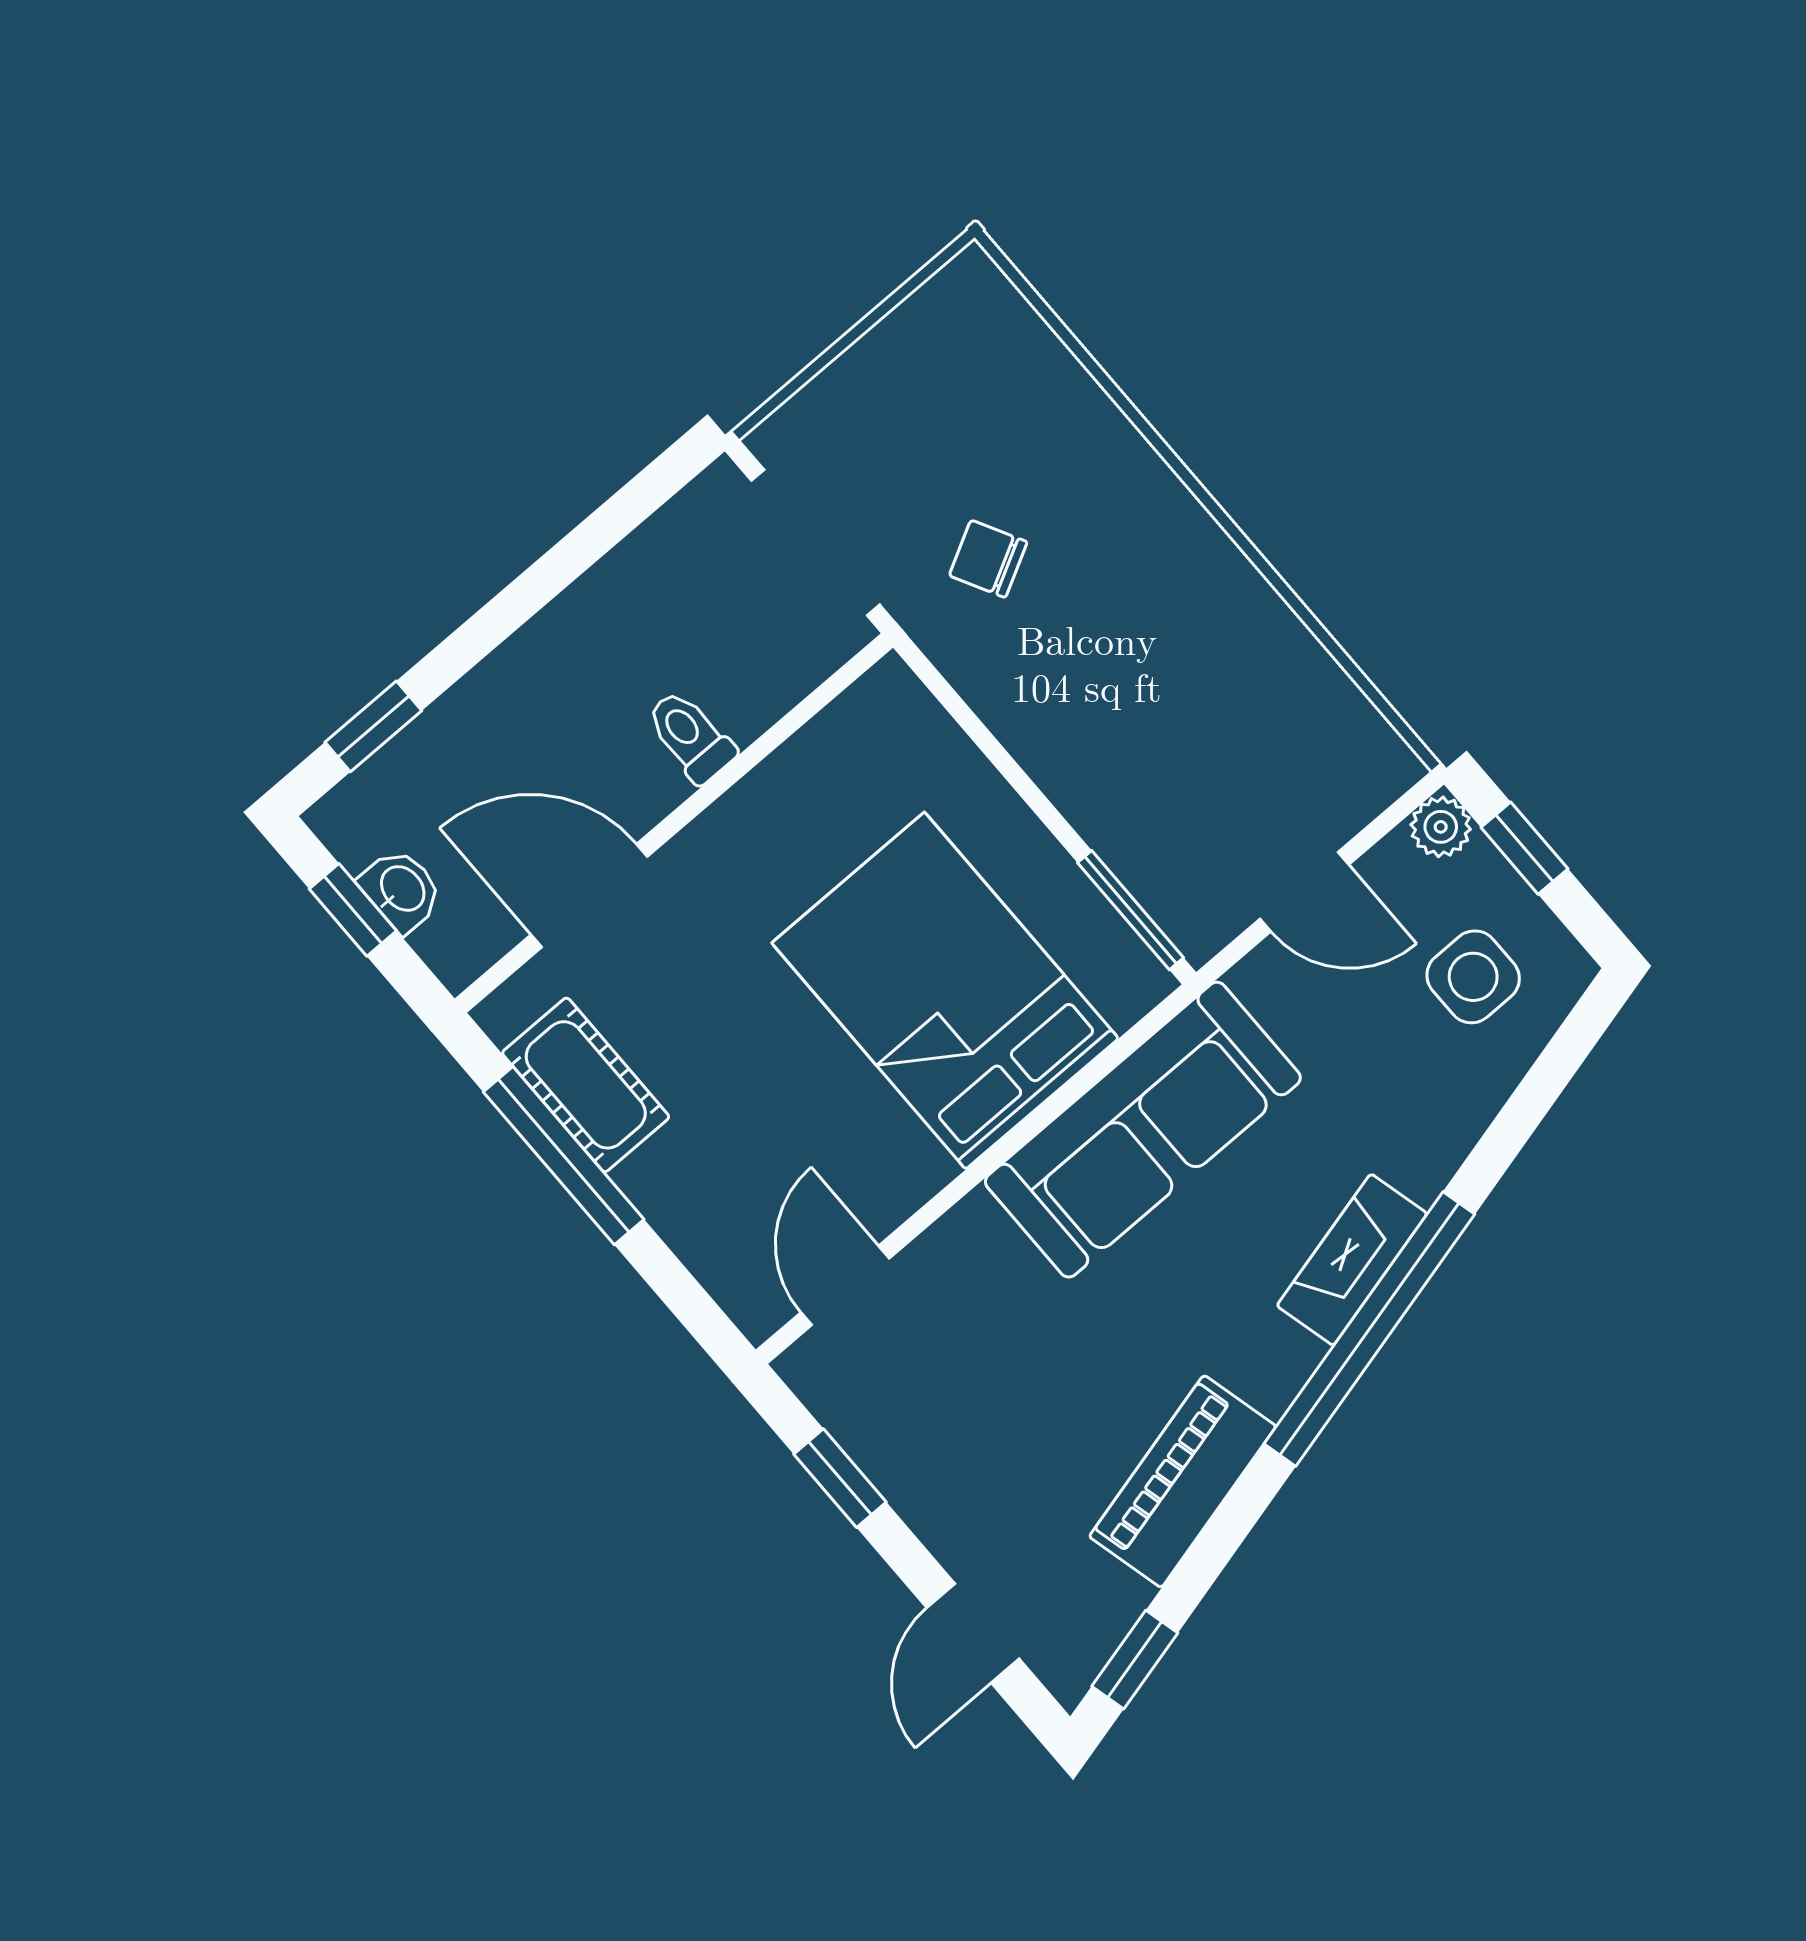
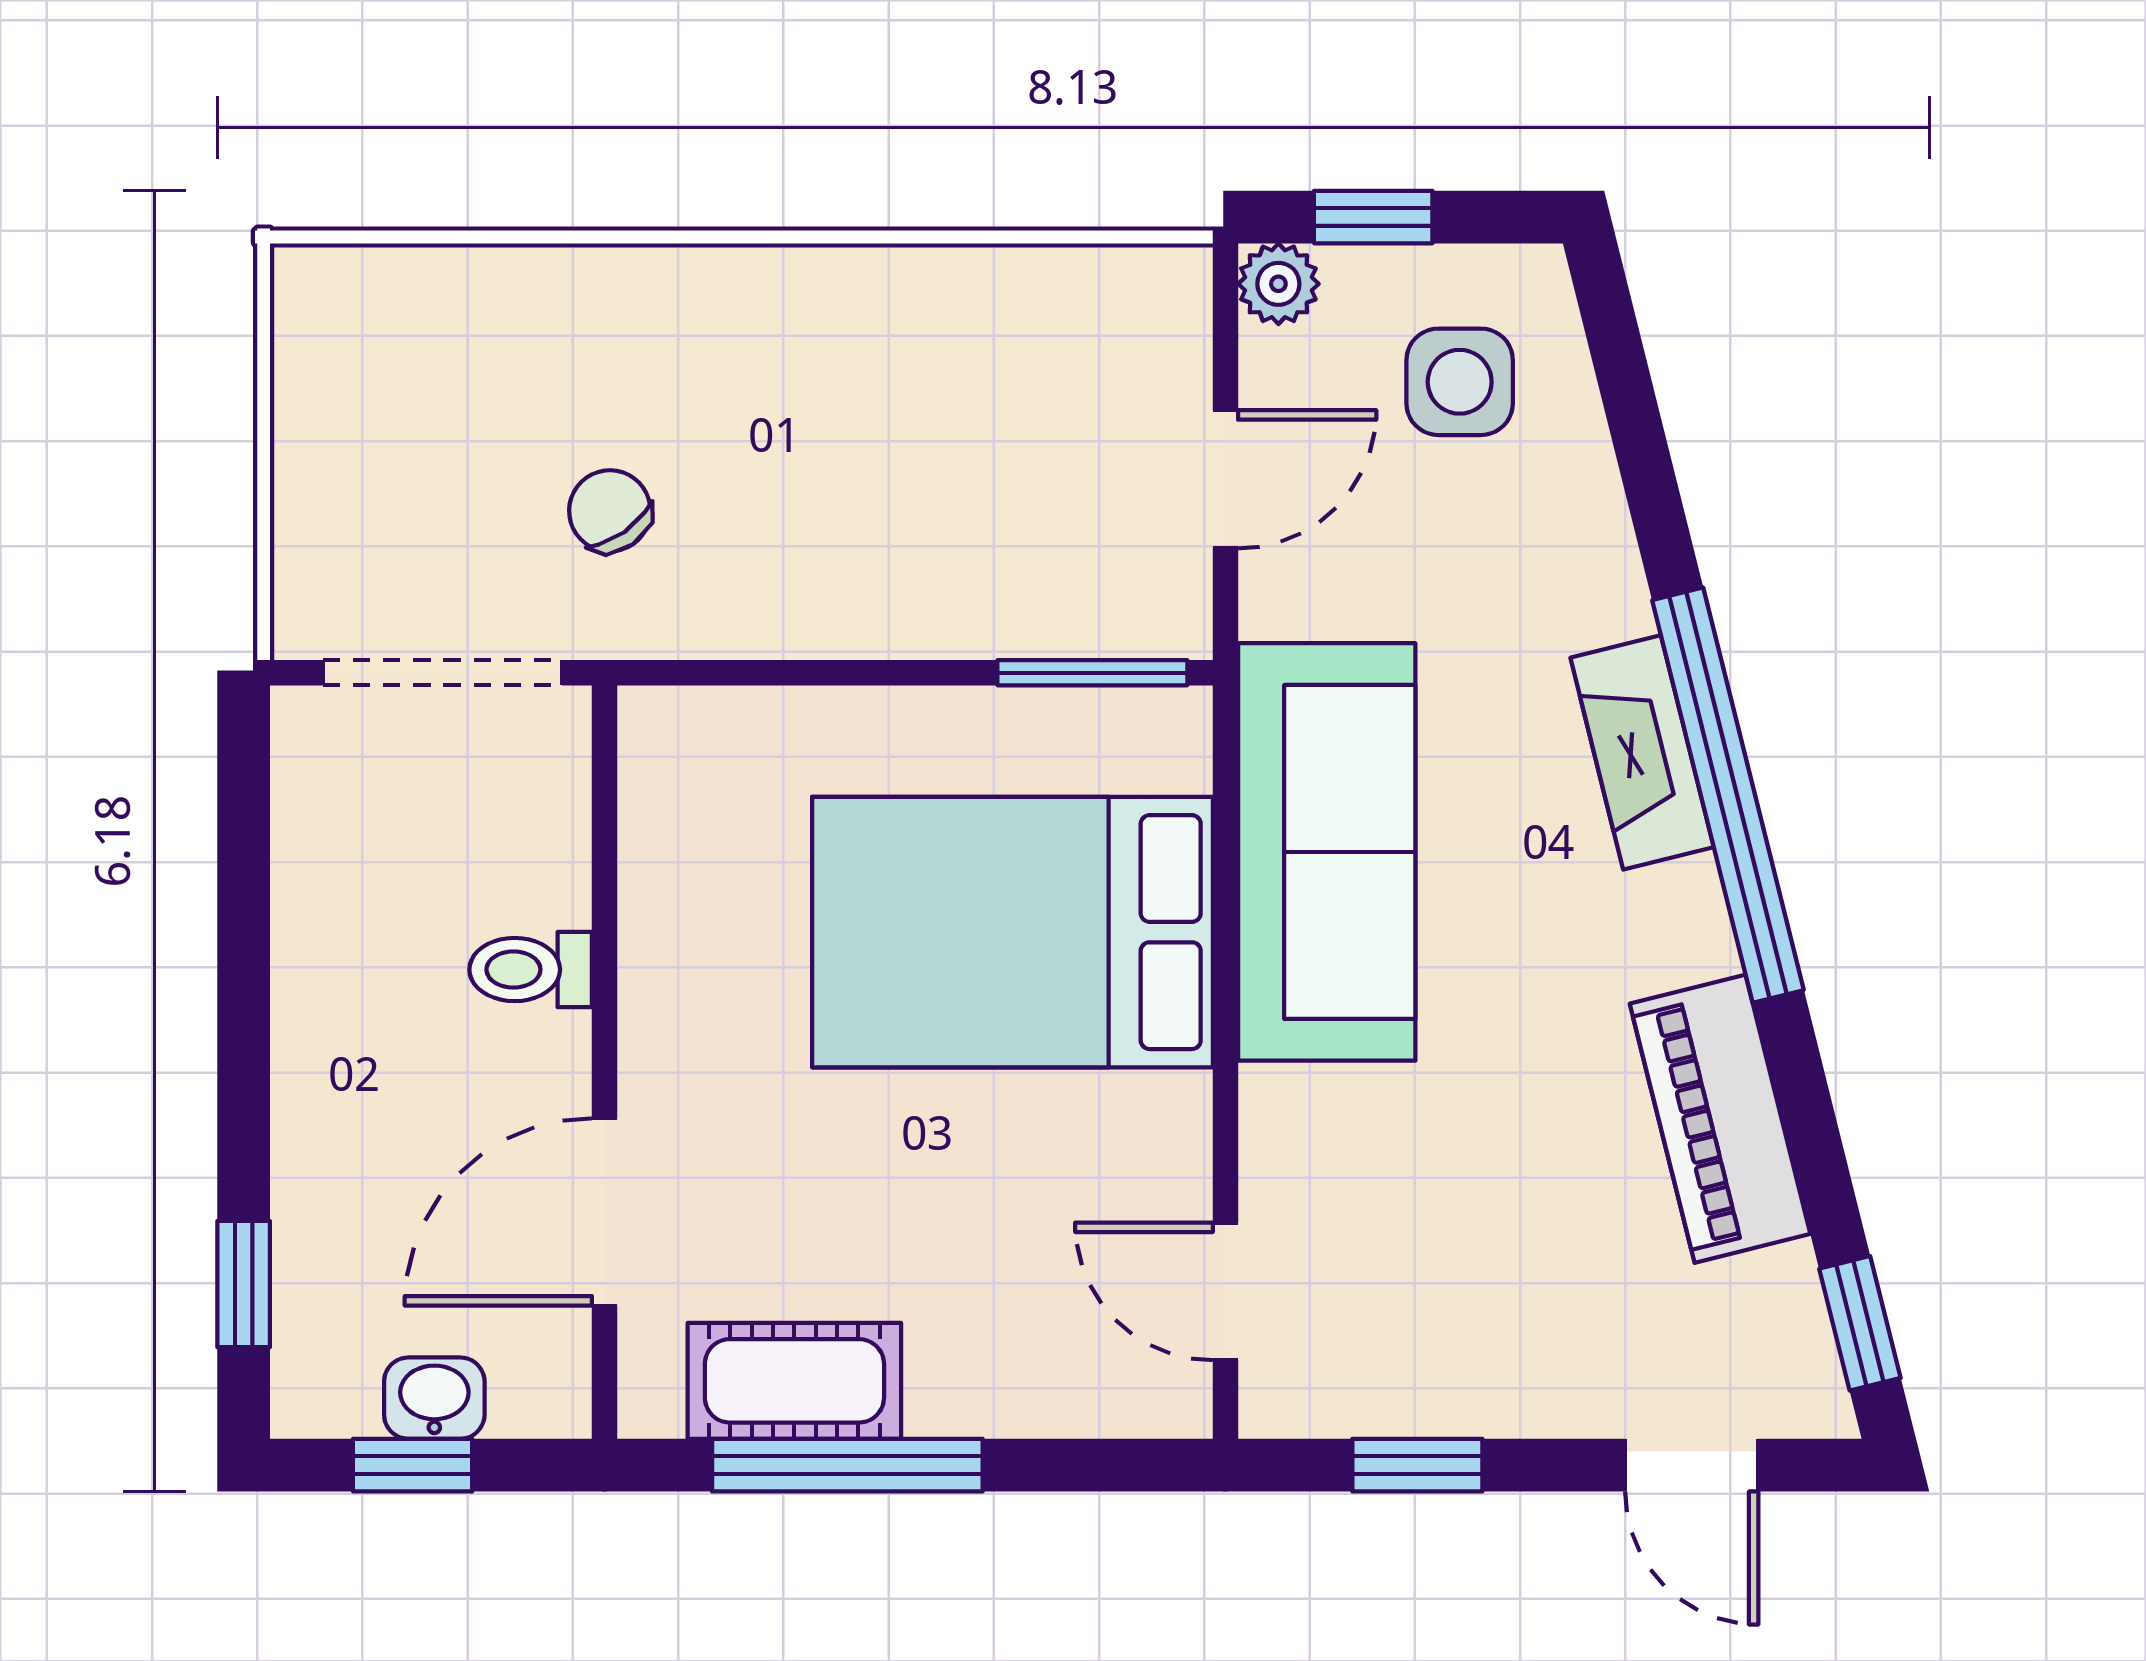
chair: (988, 559) -> (610, 511), turned 83

